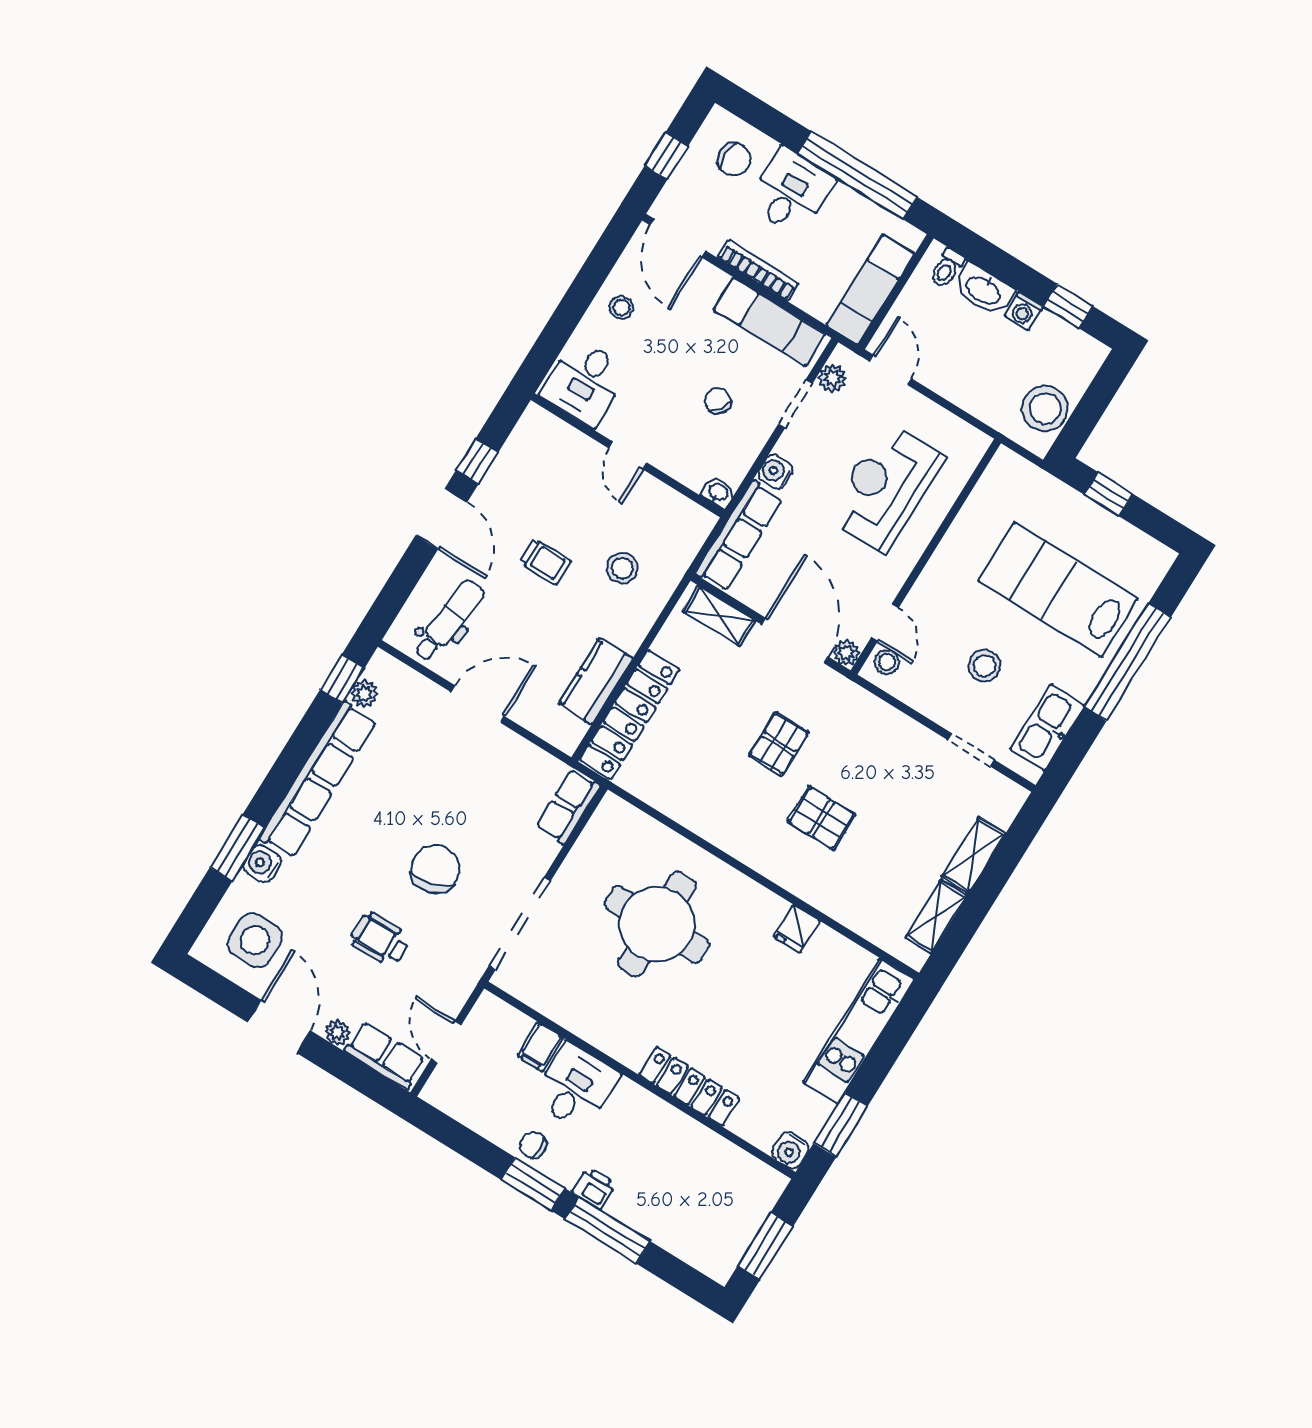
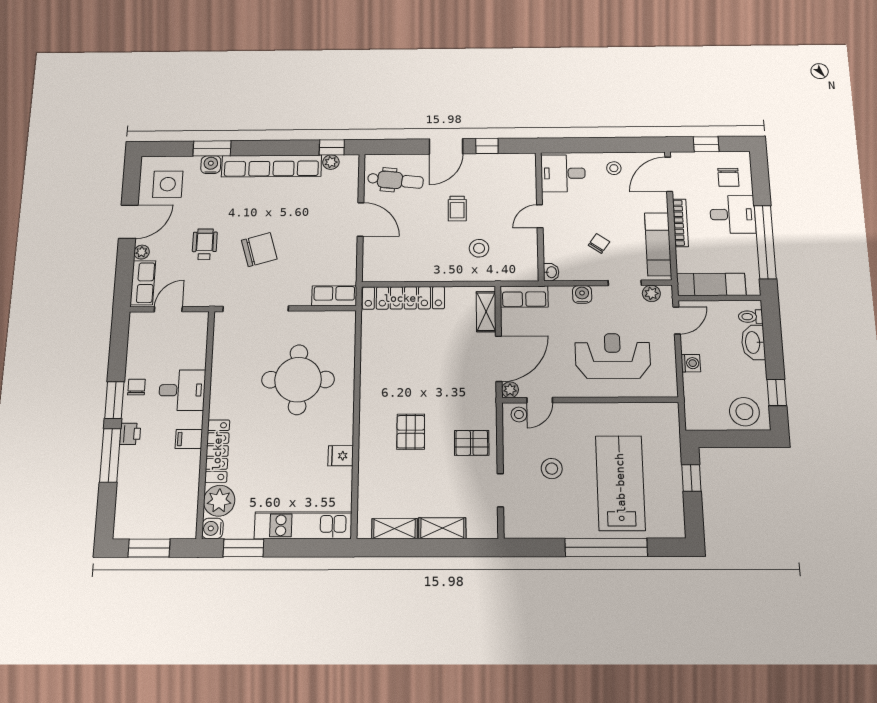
washing machine: (1024, 311) -> (691, 363), moved, turned 180
stool: (1045, 409) -> (744, 412), moved
row of seats: (739, 536) -> (524, 297), width x0.68
kitchen counter: (596, 681) -> (410, 270), removed
kitchen sink: (1047, 728) -> (540, 525), removed
pallet: (779, 744) -> (472, 443), moved
filing cabinet: (540, 1047) -> (189, 439), moved
plant: (759, 1121) -> (219, 501), added

